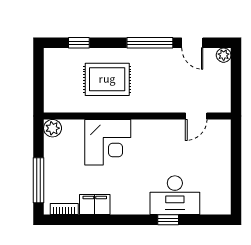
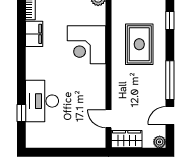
wardrobe: (220, 94) -> (127, 139), added
window: (168, 220) -> (21, 113), moved

